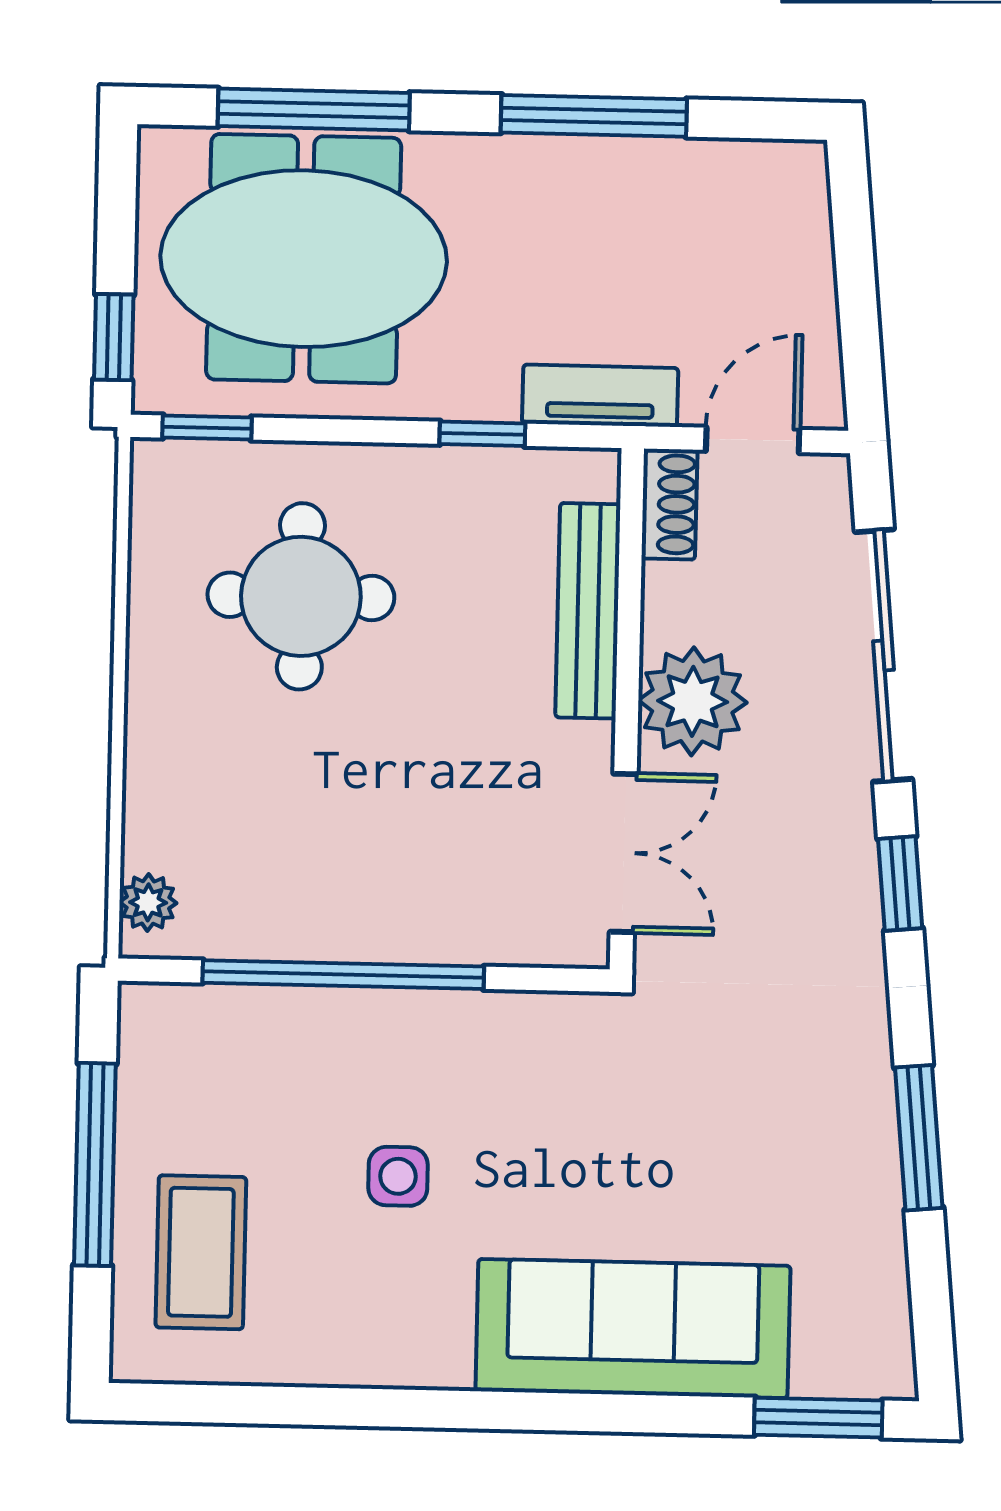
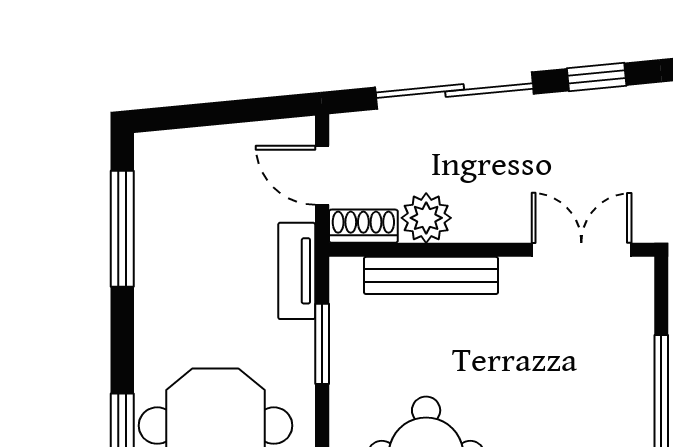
window: (594, 116) -> (122, 229), moved
window: (482, 434) -> (322, 344), width x1.50
plant: (693, 701) -> (426, 218), moved, width x0.73, depth x0.73

